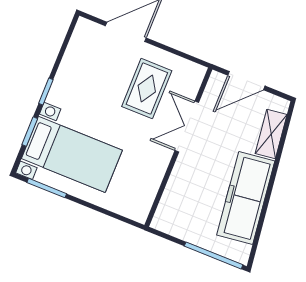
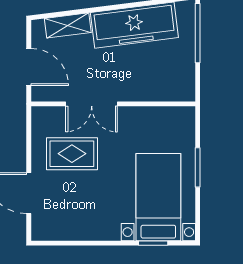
window: (46, 92) -> (111, 243), removed
window: (47, 188) -> (198, 167), moved

